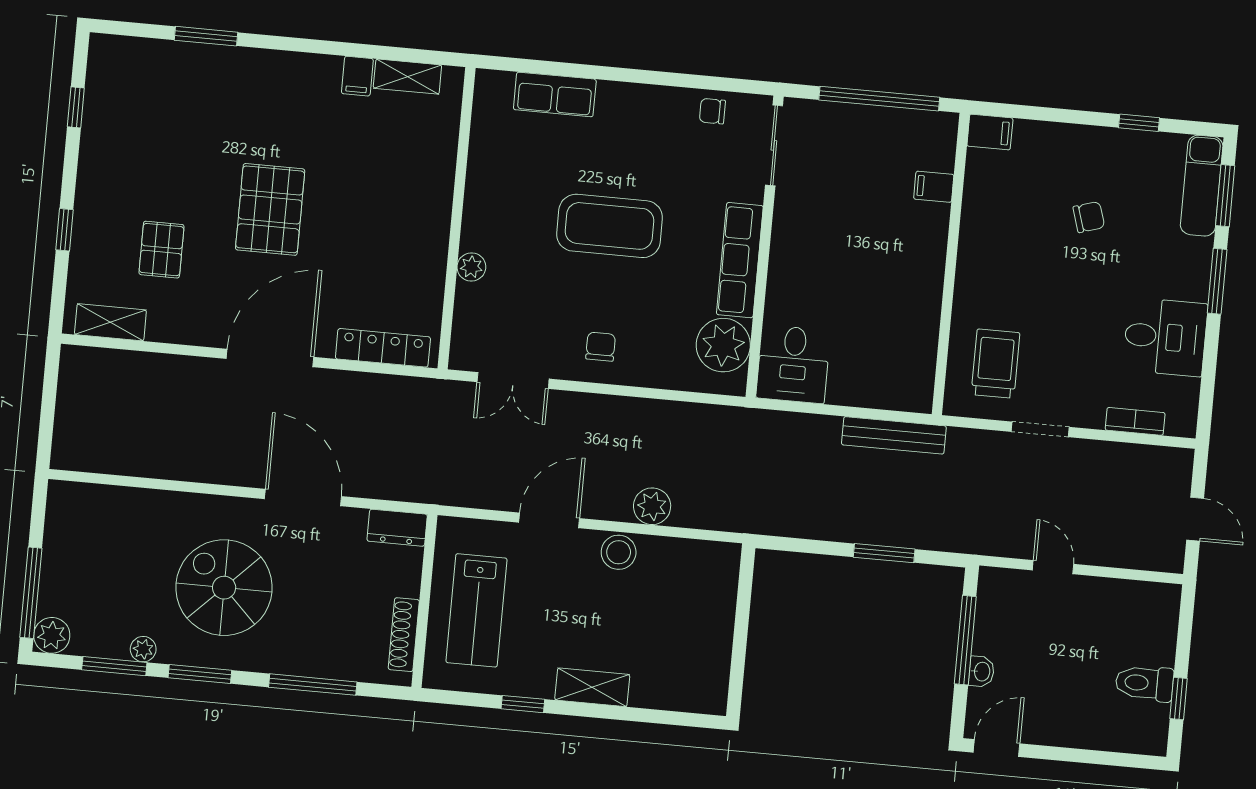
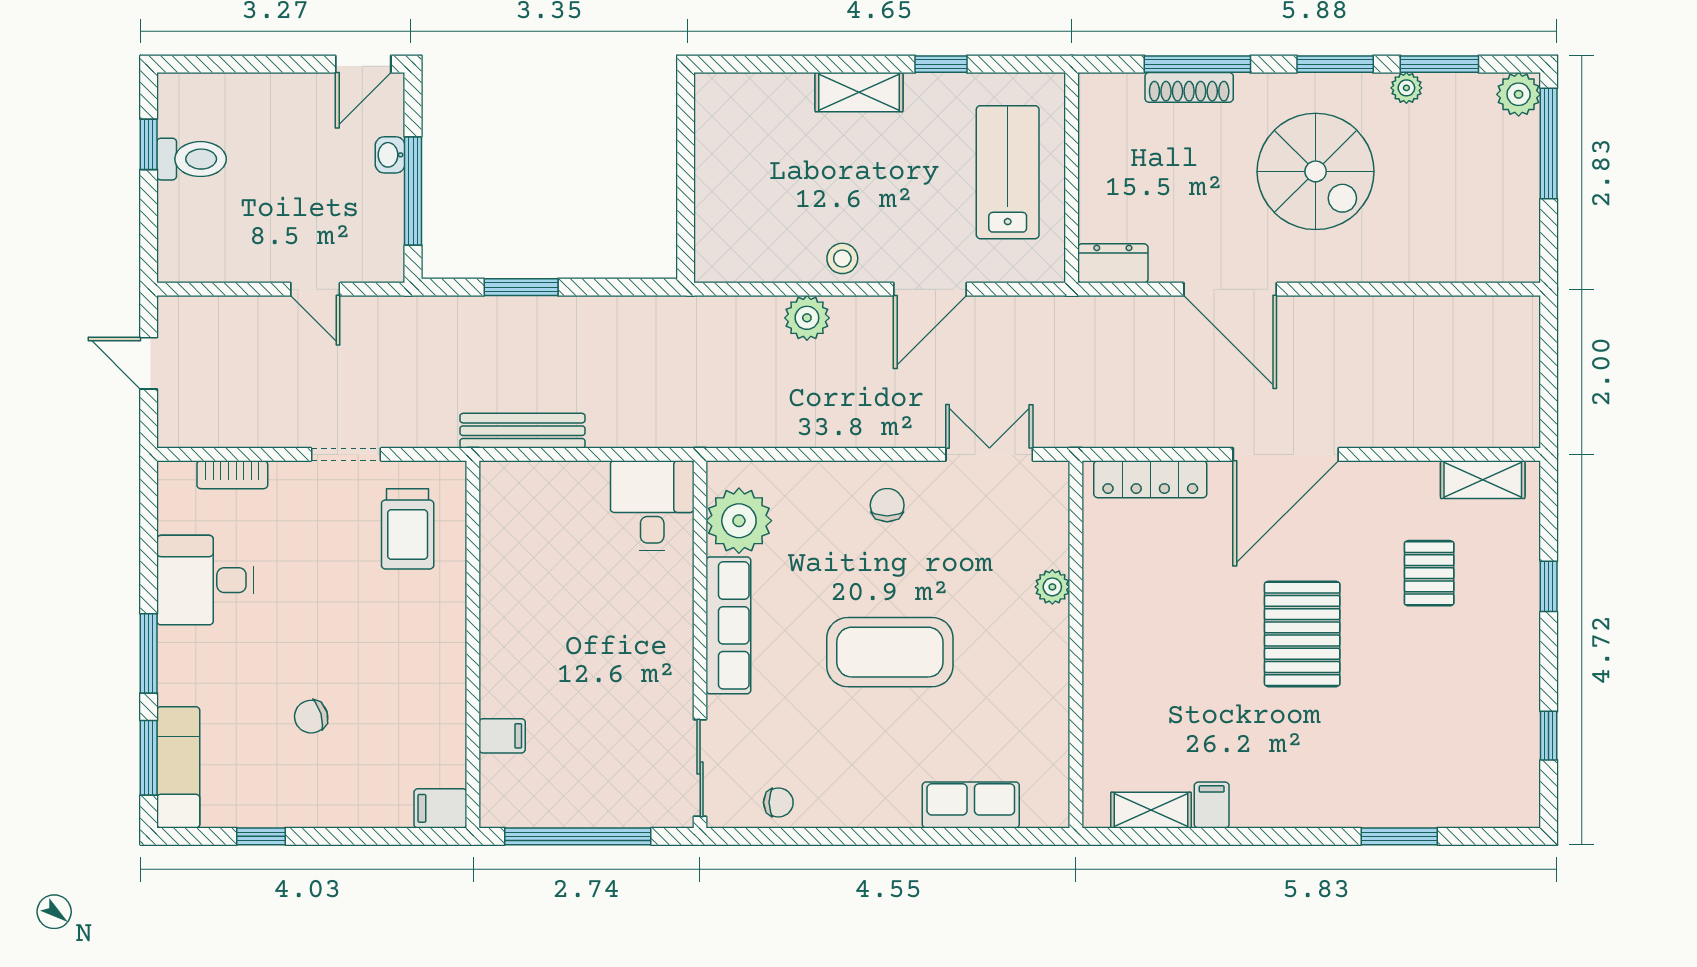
chair: (601, 347) -> (887, 505), turned 180
stool: (619, 552) -> (842, 258), width x0.73, depth x0.73
shoe rack: (404, 635) -> (1189, 87), moved, turned 90

